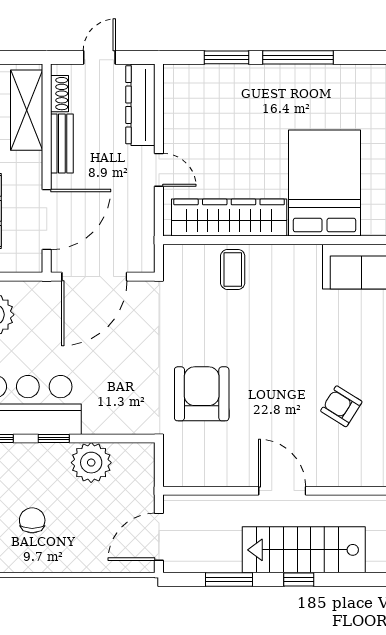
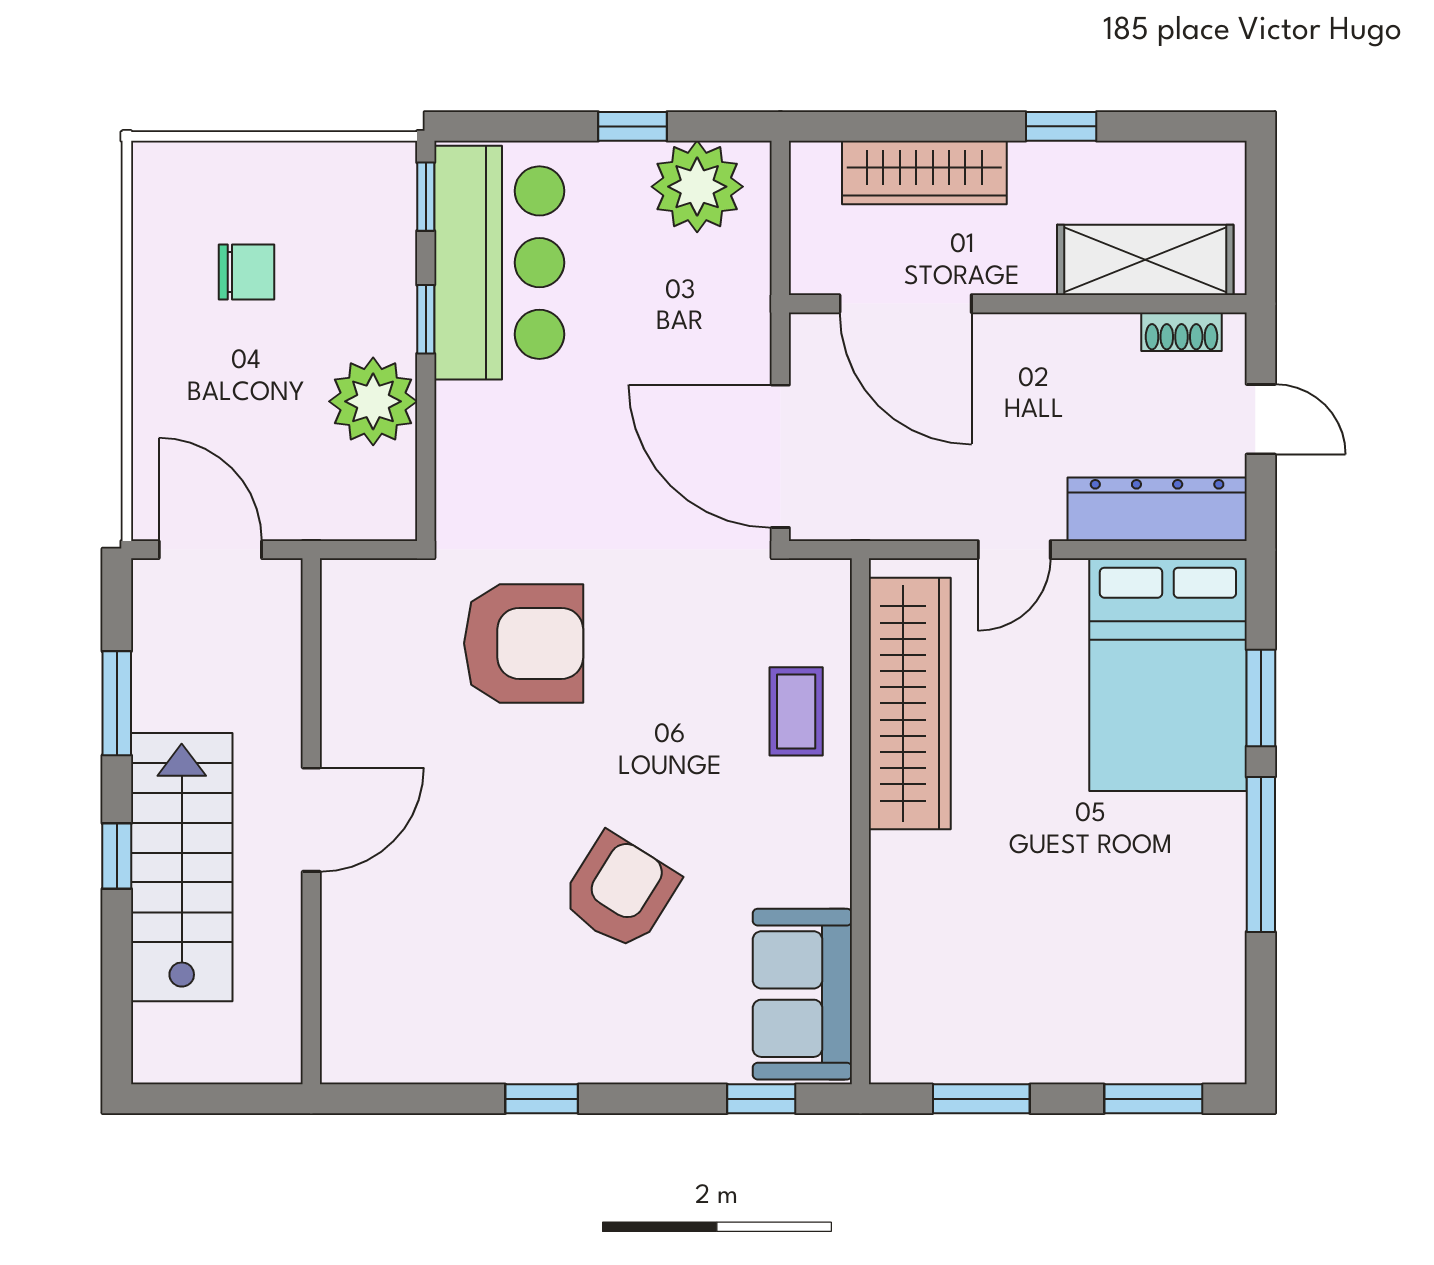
bench: (62, 144) -> (1072, 337), removed
bed: (324, 183) -> (1168, 675), moved, turned 90
coffee table: (233, 269) -> (796, 711), turned 90
door: (94, 277) -> (780, 456), moved
armchair: (341, 406) -> (620, 892), moved, width x1.38, depth x1.38

